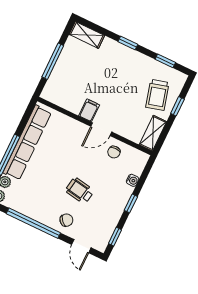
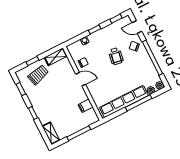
filing cabinet: (89, 110) -> (86, 106), moved
door: (81, 246) -> (137, 27), swing flipped

